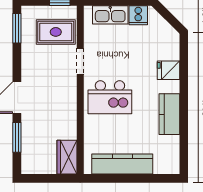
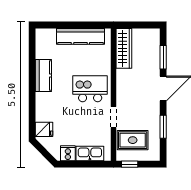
window: (17, 28) -> (163, 127), moved
fridge: (169, 70) -> (44, 129), moved
wardrobe: (67, 157) -> (124, 48), width x1.50

